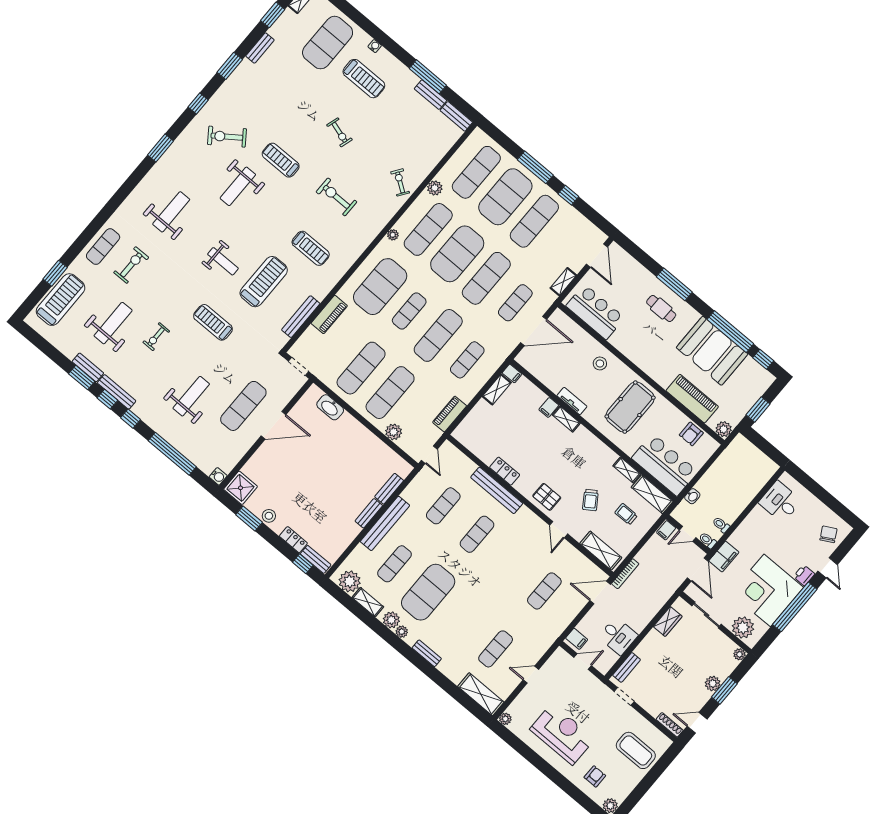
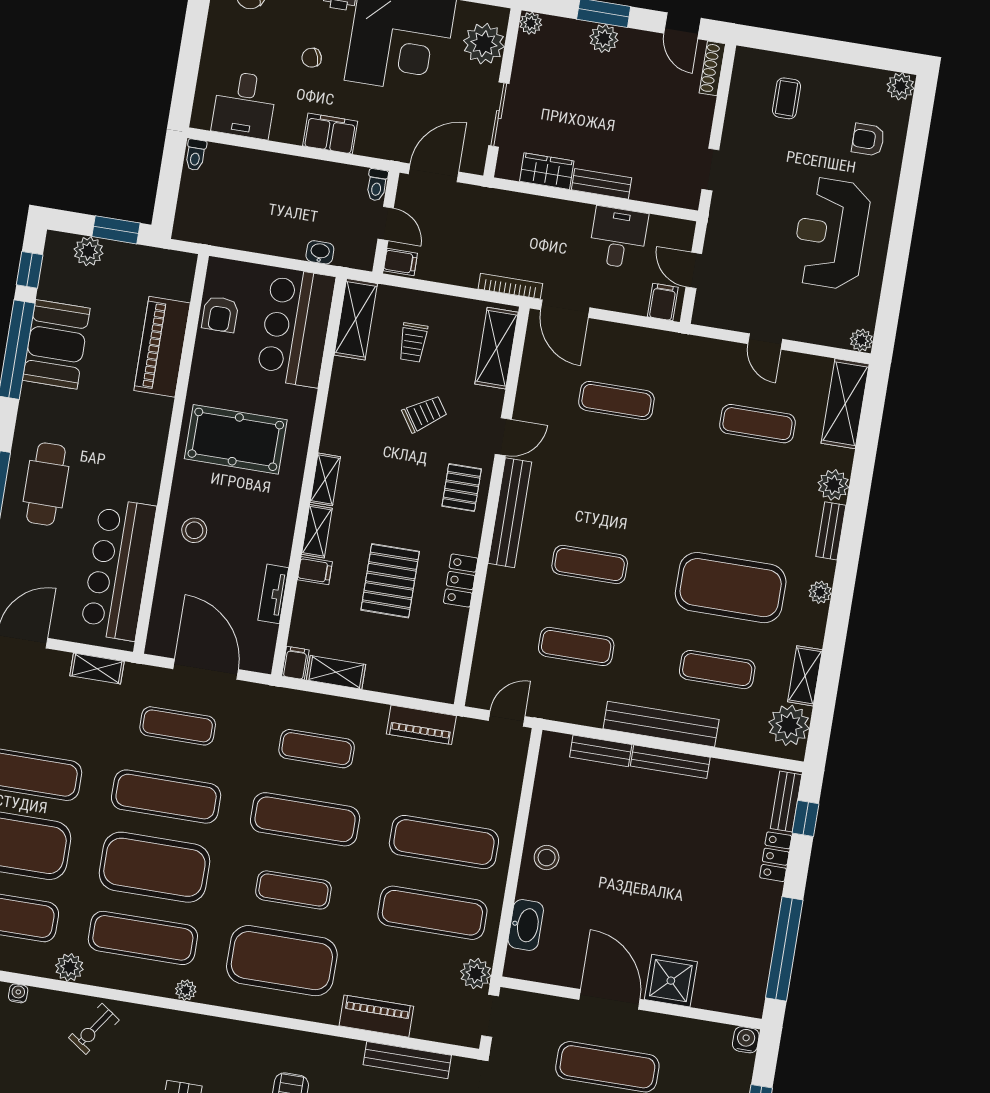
water cooler: (437, 158) -> (18, 993), added
cafe table: (661, 308) -> (46, 484), width x1.37, depth x1.35
bar counter: (595, 312) -> (118, 569), width x1.36
booth: (712, 351) -> (56, 344), width x0.73, depth x0.70
tv unit: (572, 401) -> (273, 594), moved
plant: (724, 429) -> (89, 251), moved
plant: (394, 432) -> (476, 974), moved
armchair: (691, 434) -> (220, 314), turned 90
pallet: (524, 439) -> (390, 581), added
shelving: (627, 470) -> (325, 479), moved
shower: (240, 488) -> (671, 981), moved
bench: (497, 490) -> (510, 513), moved
bench: (369, 513) -> (670, 762), width x1.36
stool: (269, 516) -> (547, 858), moved
window: (249, 518) -> (784, 949), width x2.11
toilet: (721, 525) -> (196, 155), moved
chair: (783, 545) -> (312, 58), added
filing cabinet: (724, 557) -> (330, 134), moved
plant: (391, 620) -> (833, 485), moved
bench: (627, 667) -> (601, 184), moved
coffee table: (636, 750) -> (786, 98), width x0.54, depth x0.58

